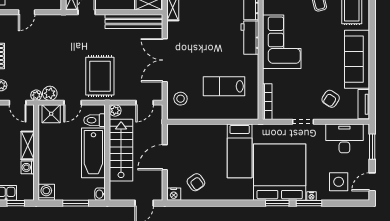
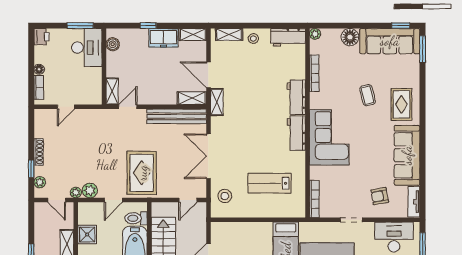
armchair: (331, 99) -> (380, 196), turned 47
plant: (115, 110) -> (157, 208), removed
shower: (51, 114) -> (87, 234), moved

